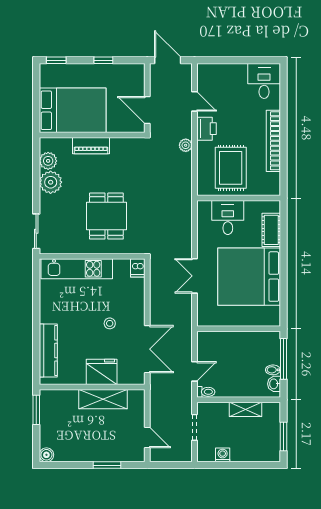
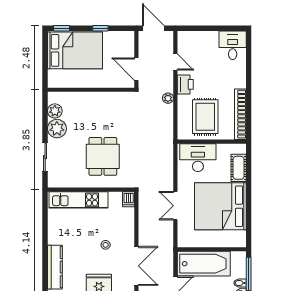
bed: (73, 110) -> (75, 50), moved
bookcase: (273, 141) -> (240, 114), moved
piano: (91, 146) -> (90, 98), removed
desk: (228, 218) -> (198, 158), width x1.37
sliding door: (36, 231) -> (45, 157), moved
bathtub: (229, 346) -> (204, 264), added

